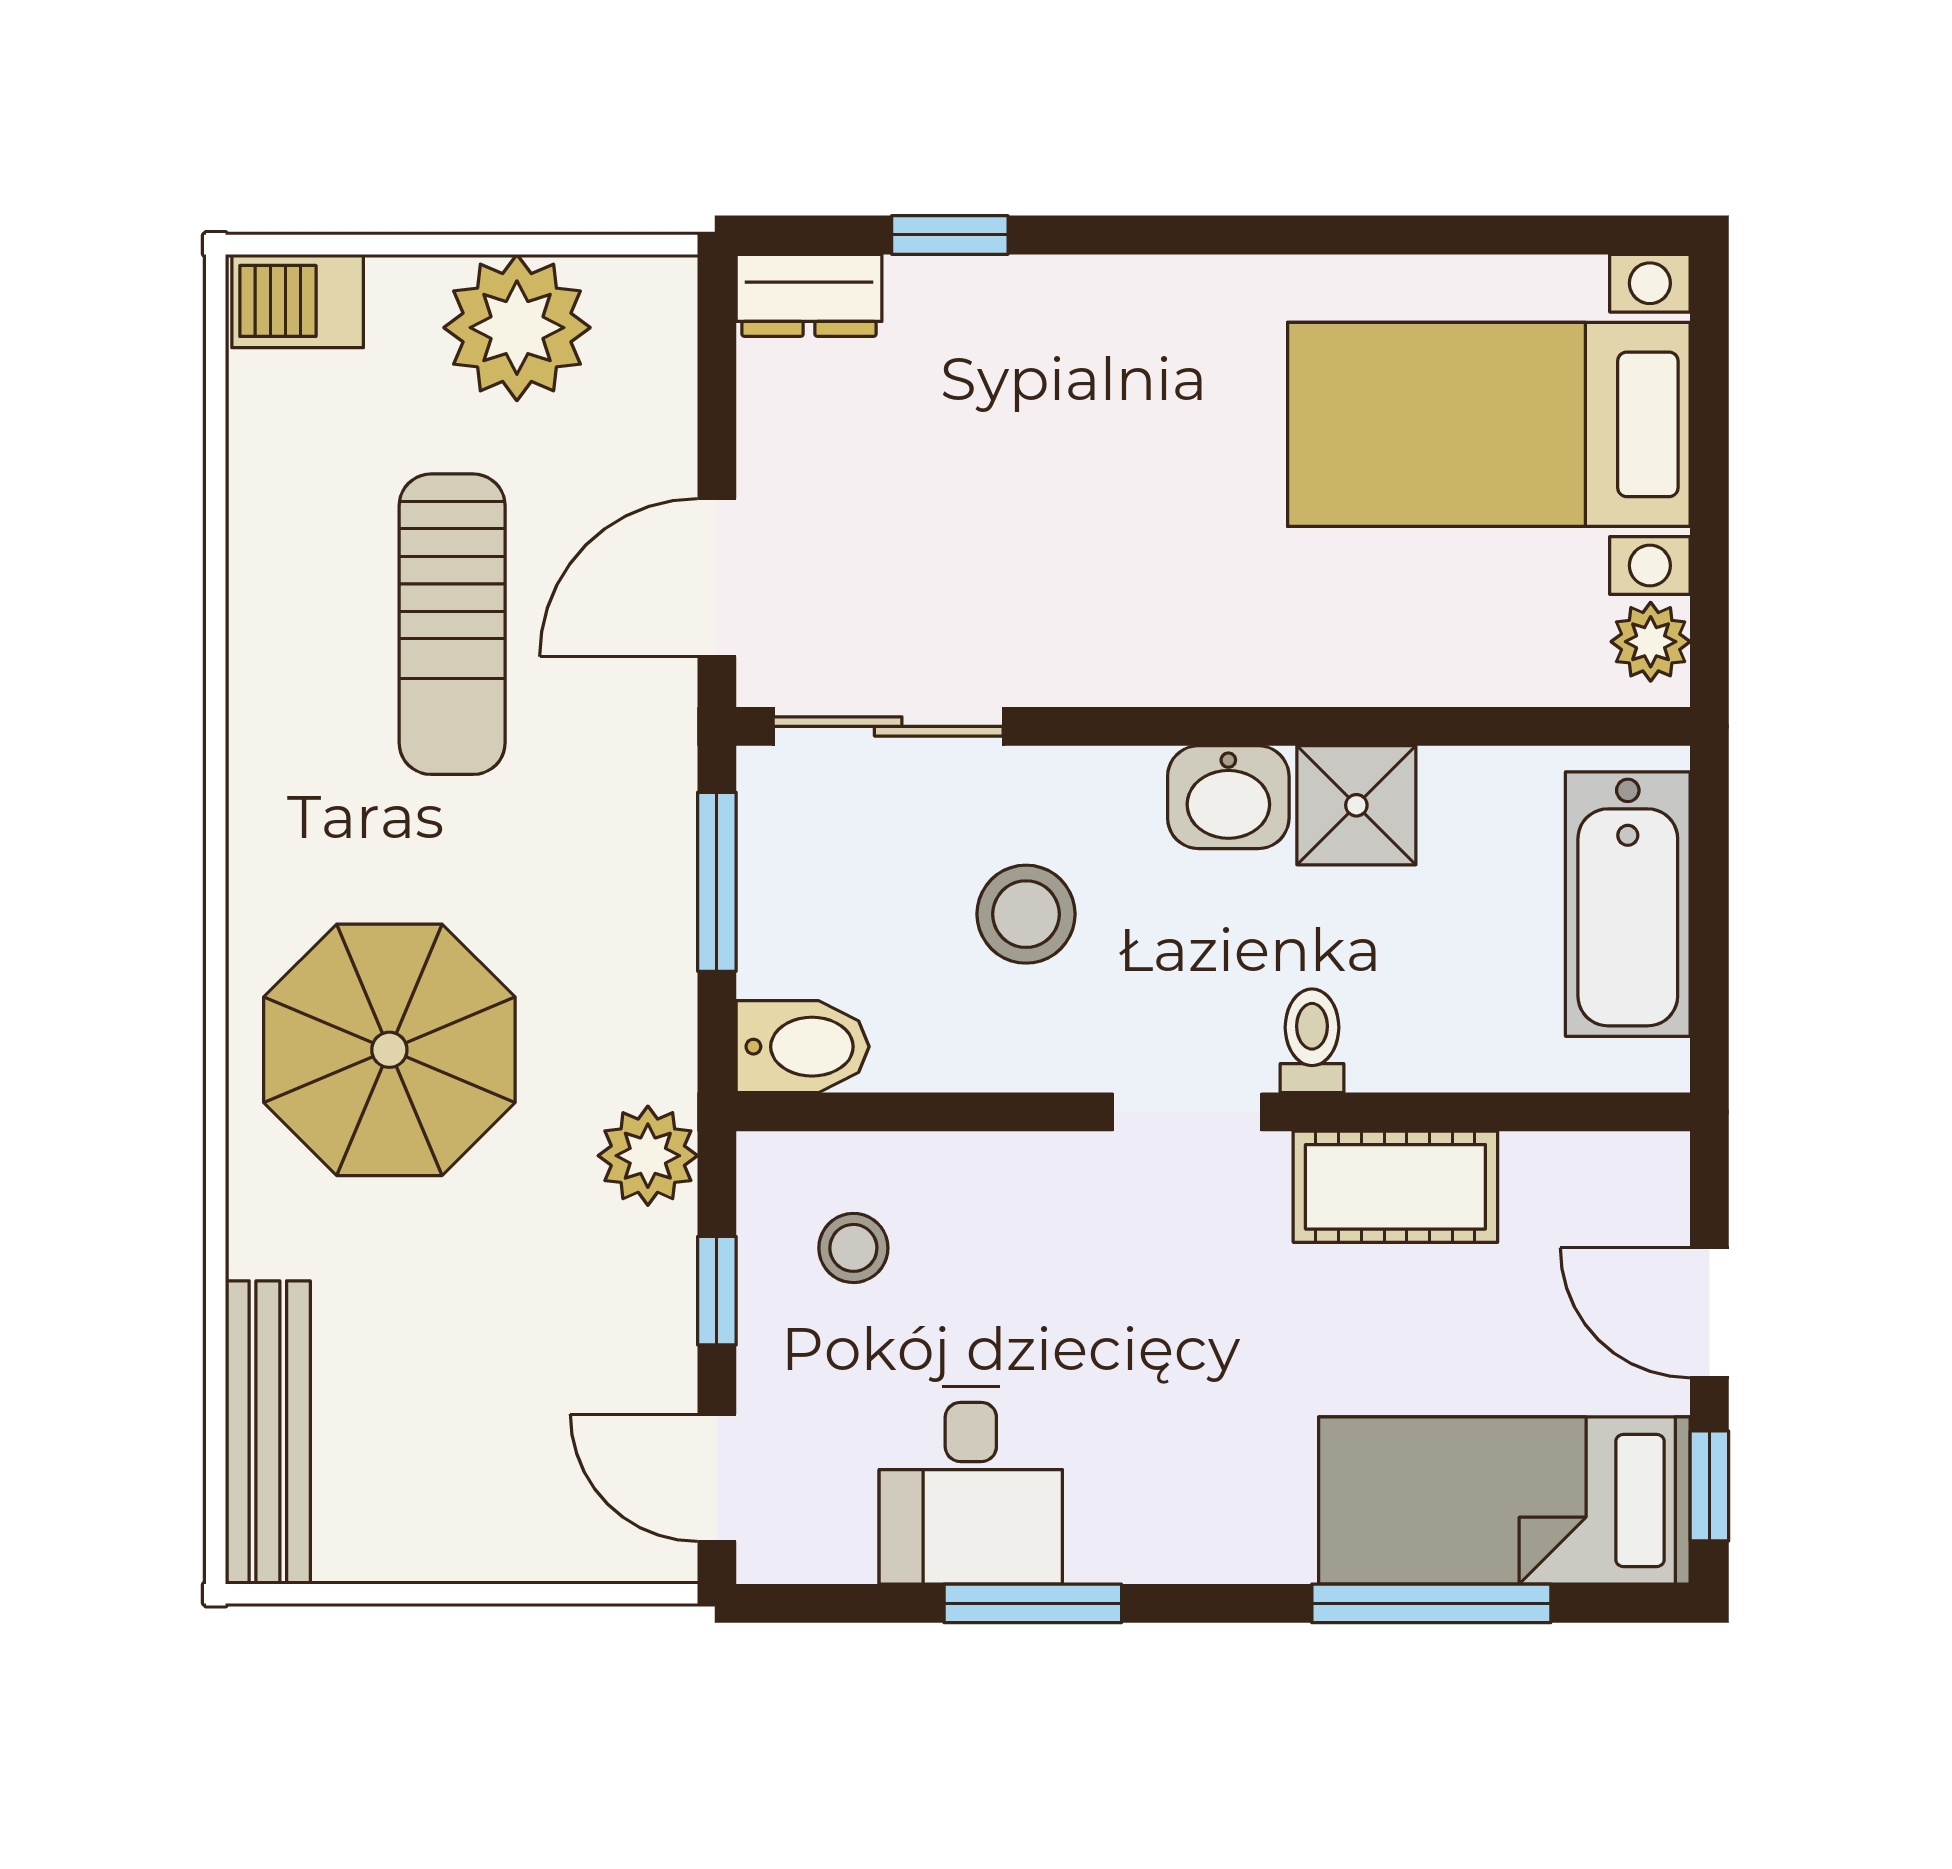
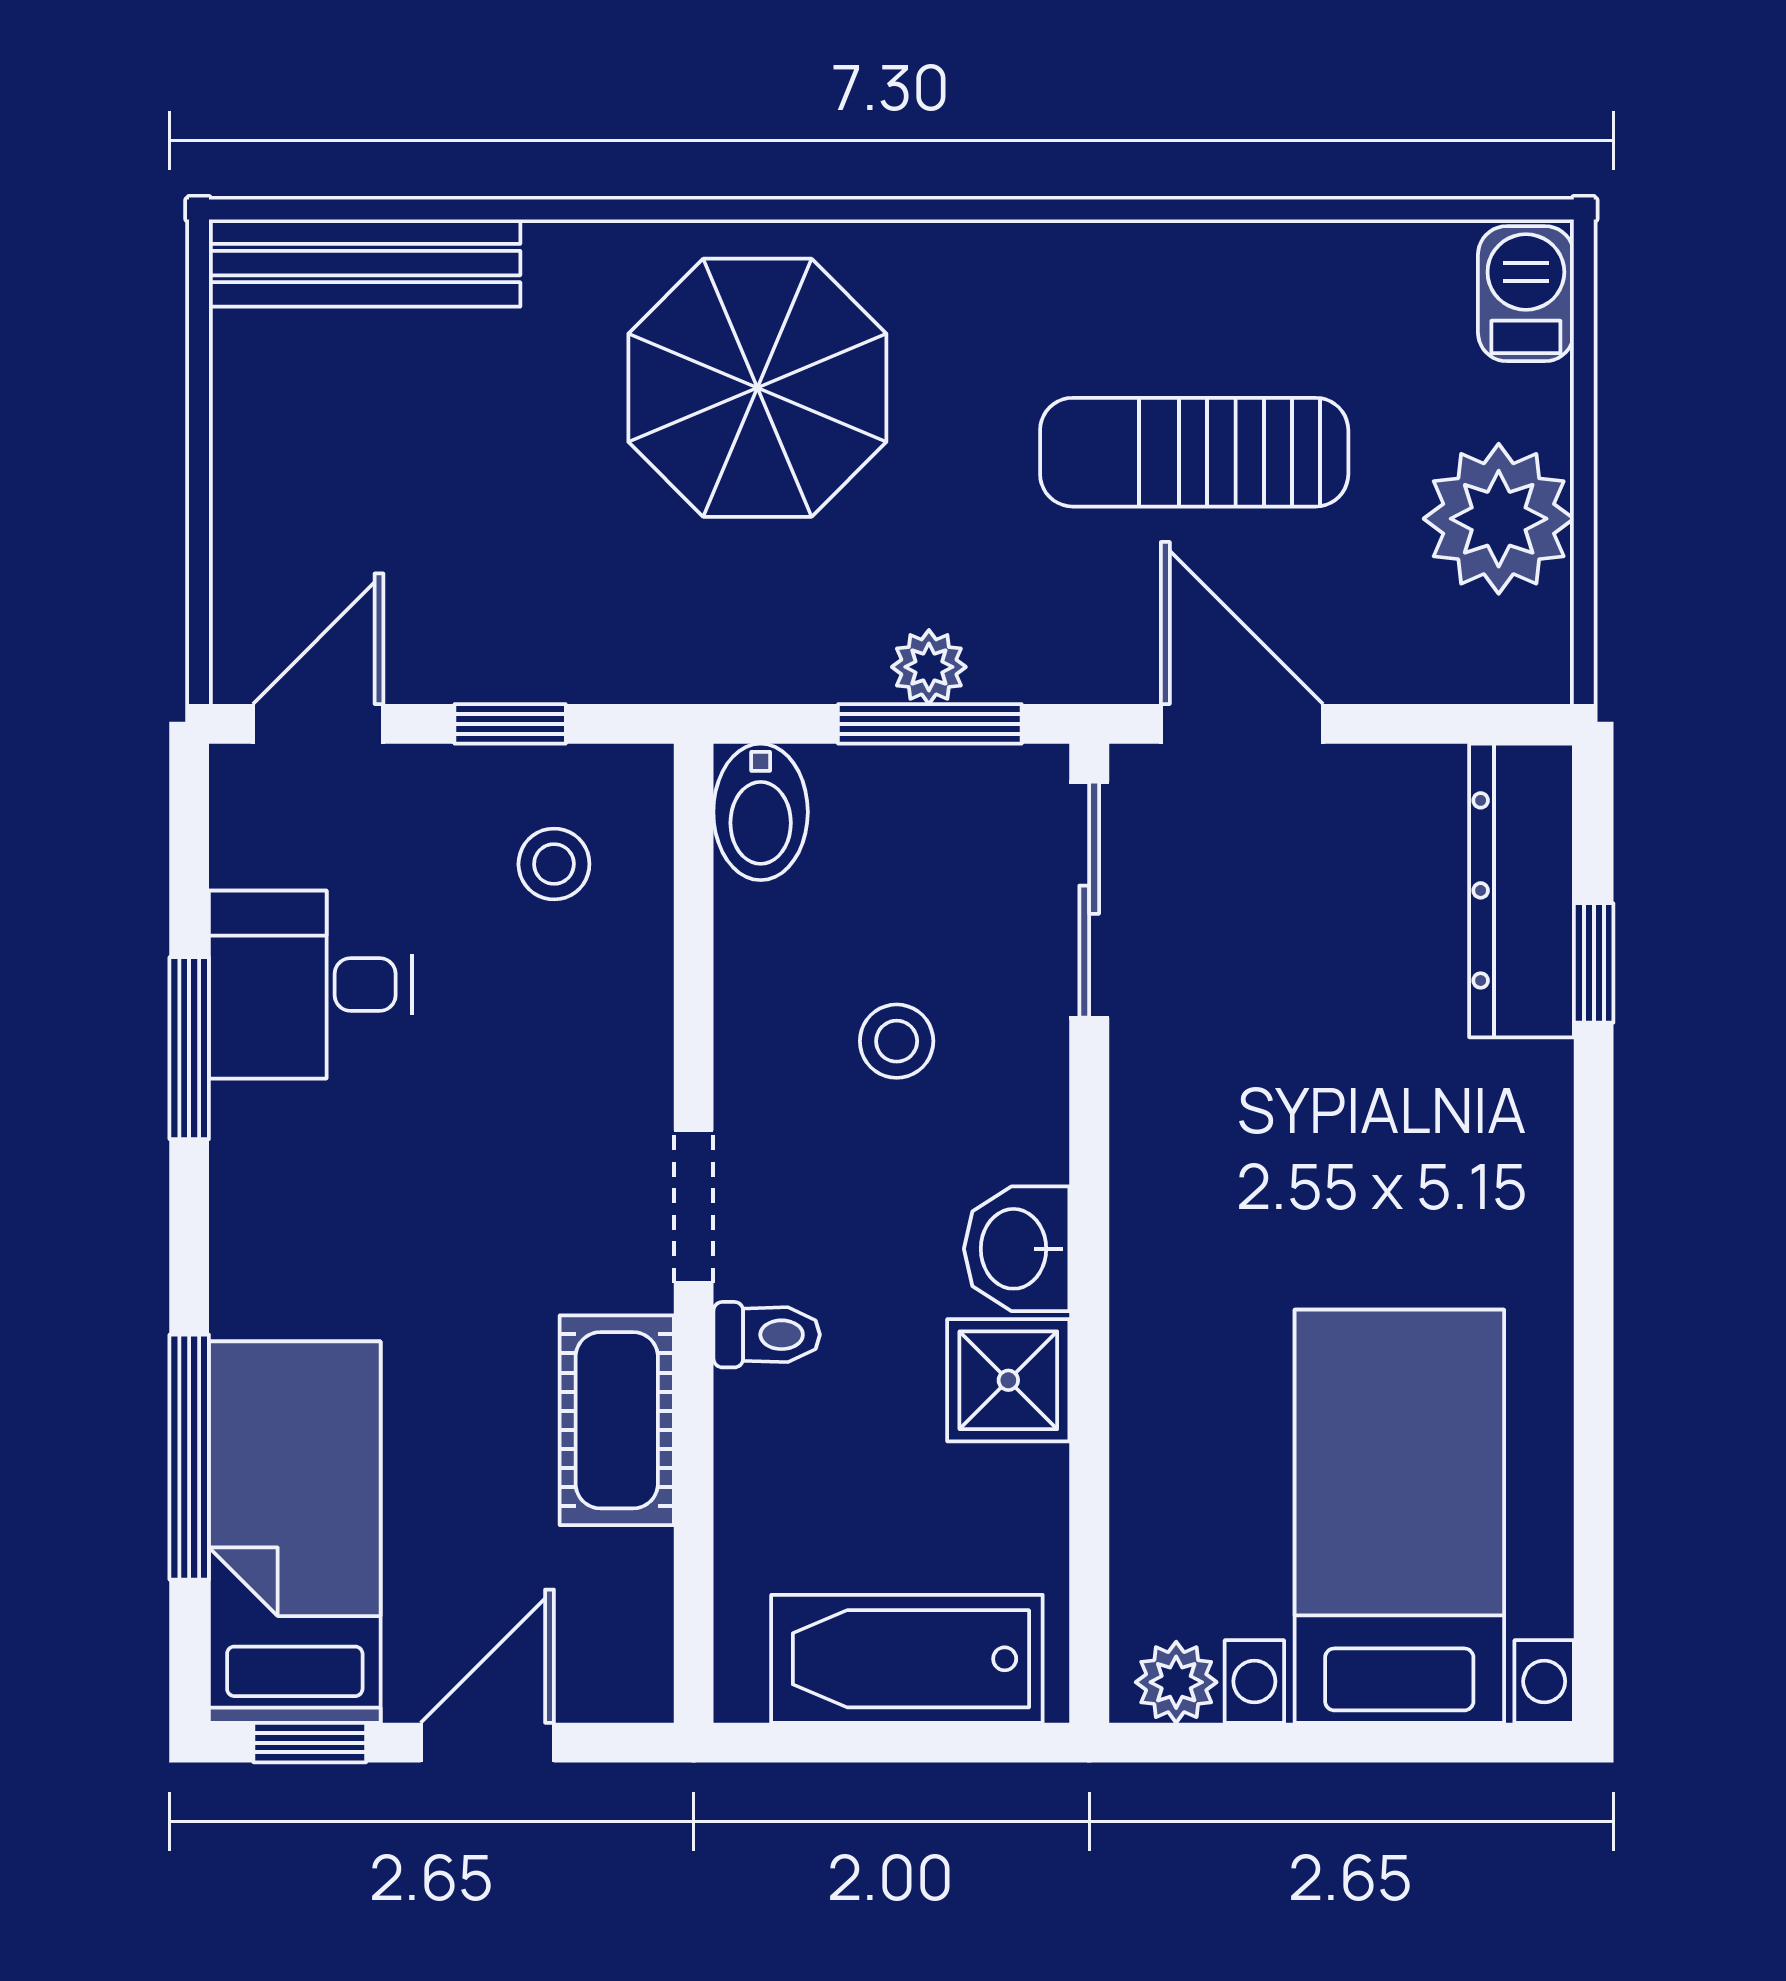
dresser: (809, 295) -> (1521, 890), width x1.96, depth x1.24
stool: (1026, 914) -> (897, 1041), width x0.73, depth x0.73
plant: (648, 1156) -> (929, 667), moved, width x0.73, depth x0.73

